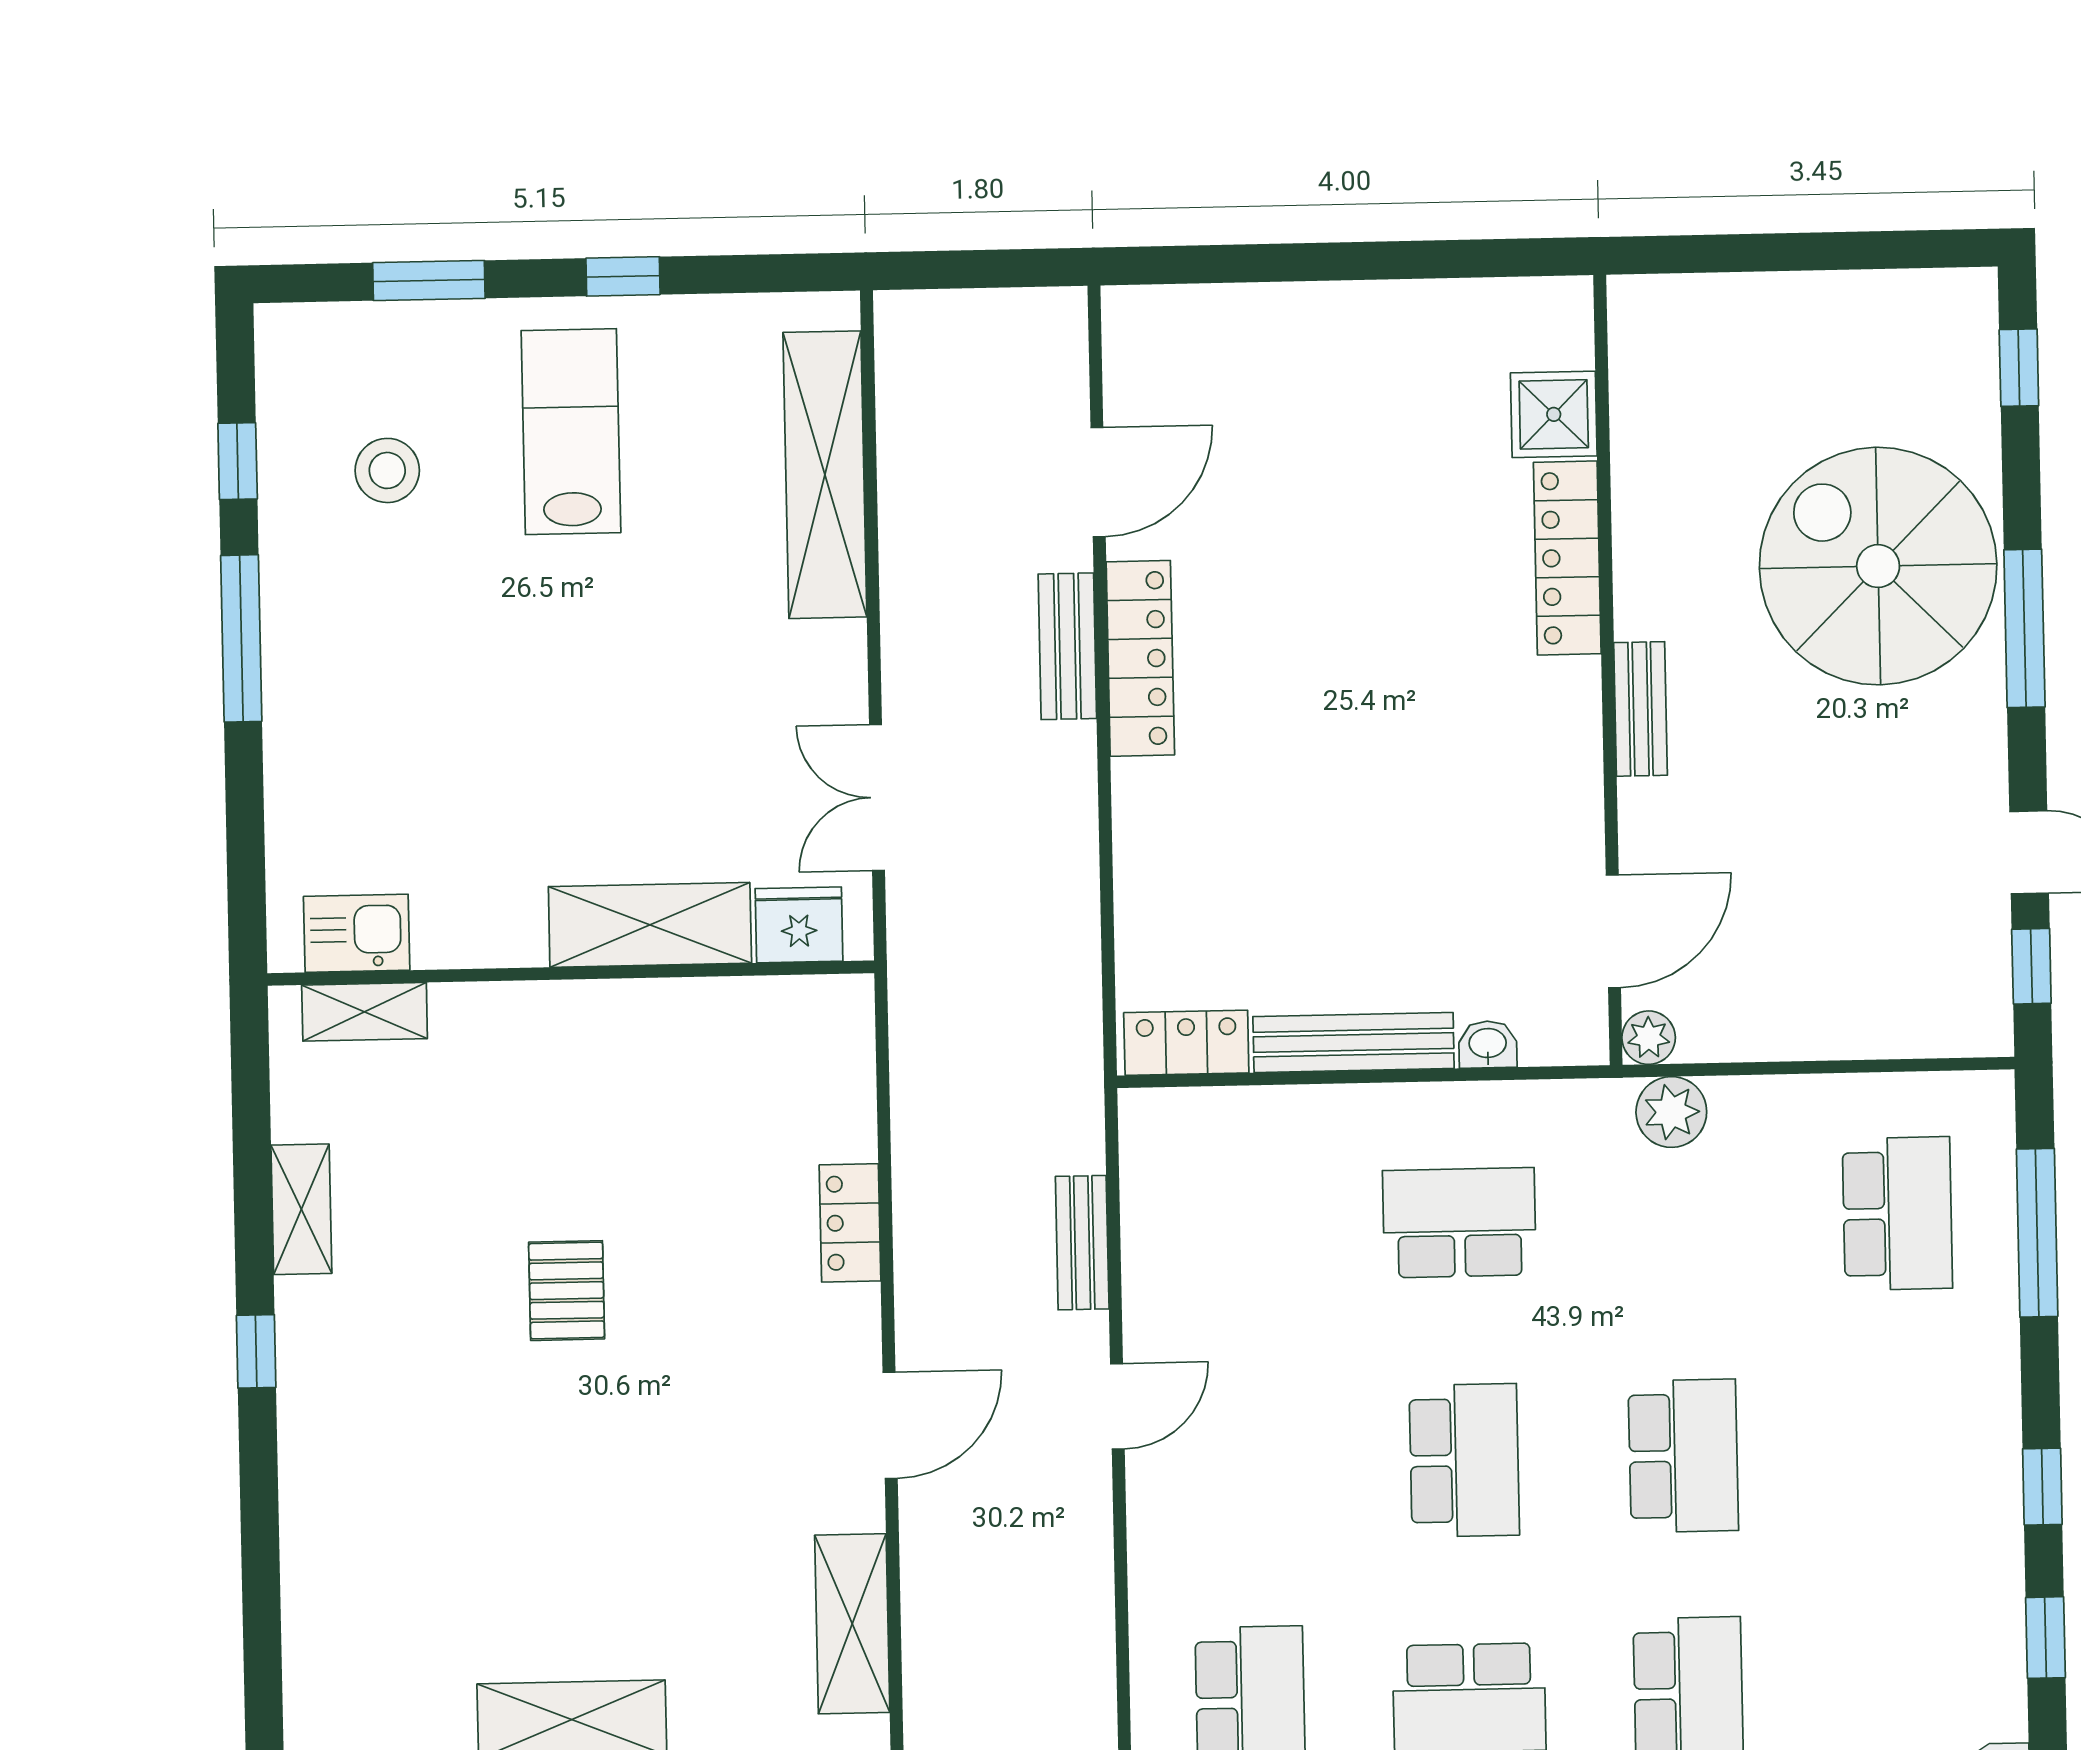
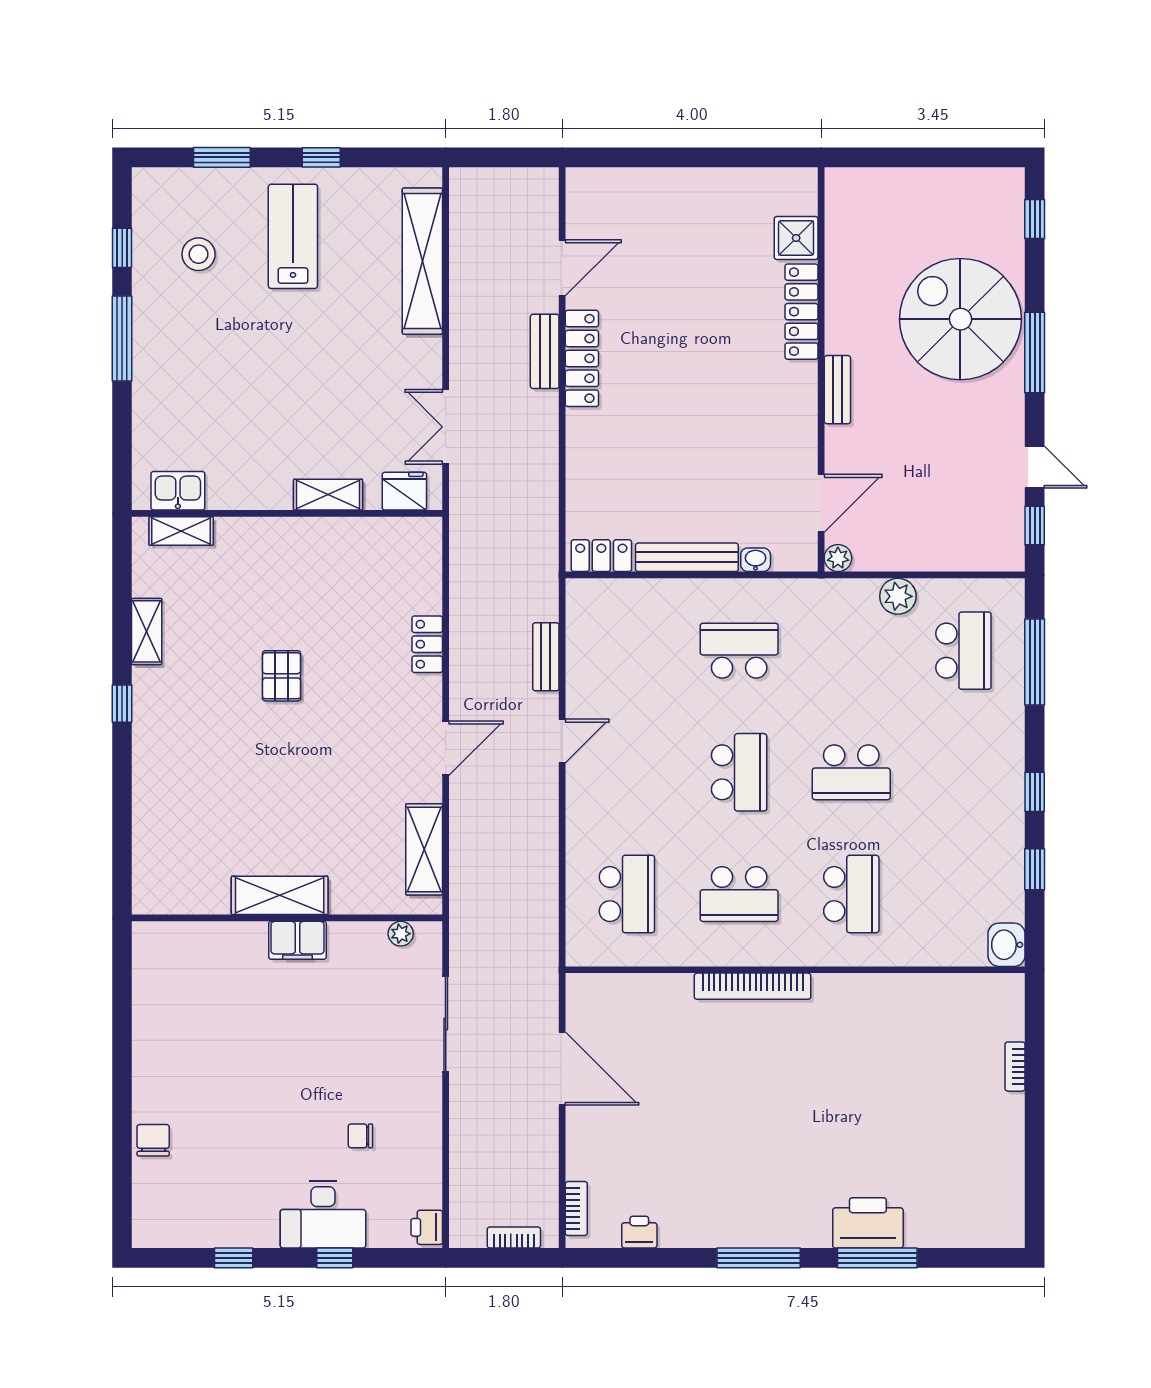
shelving: (650, 925) -> (328, 495), width x0.67, depth x0.75
plant: (1671, 1112) -> (898, 596), moved
school desk: (1683, 1456) -> (851, 772), turned 90

